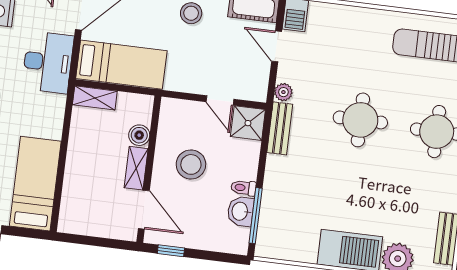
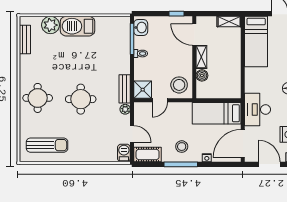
shelving: (95, 98) -> (229, 22), moved
door: (220, 100) -> (160, 100), swing flipped
stool: (191, 164) -> (179, 85), moved
washbasin: (240, 211) -> (141, 27), moved

